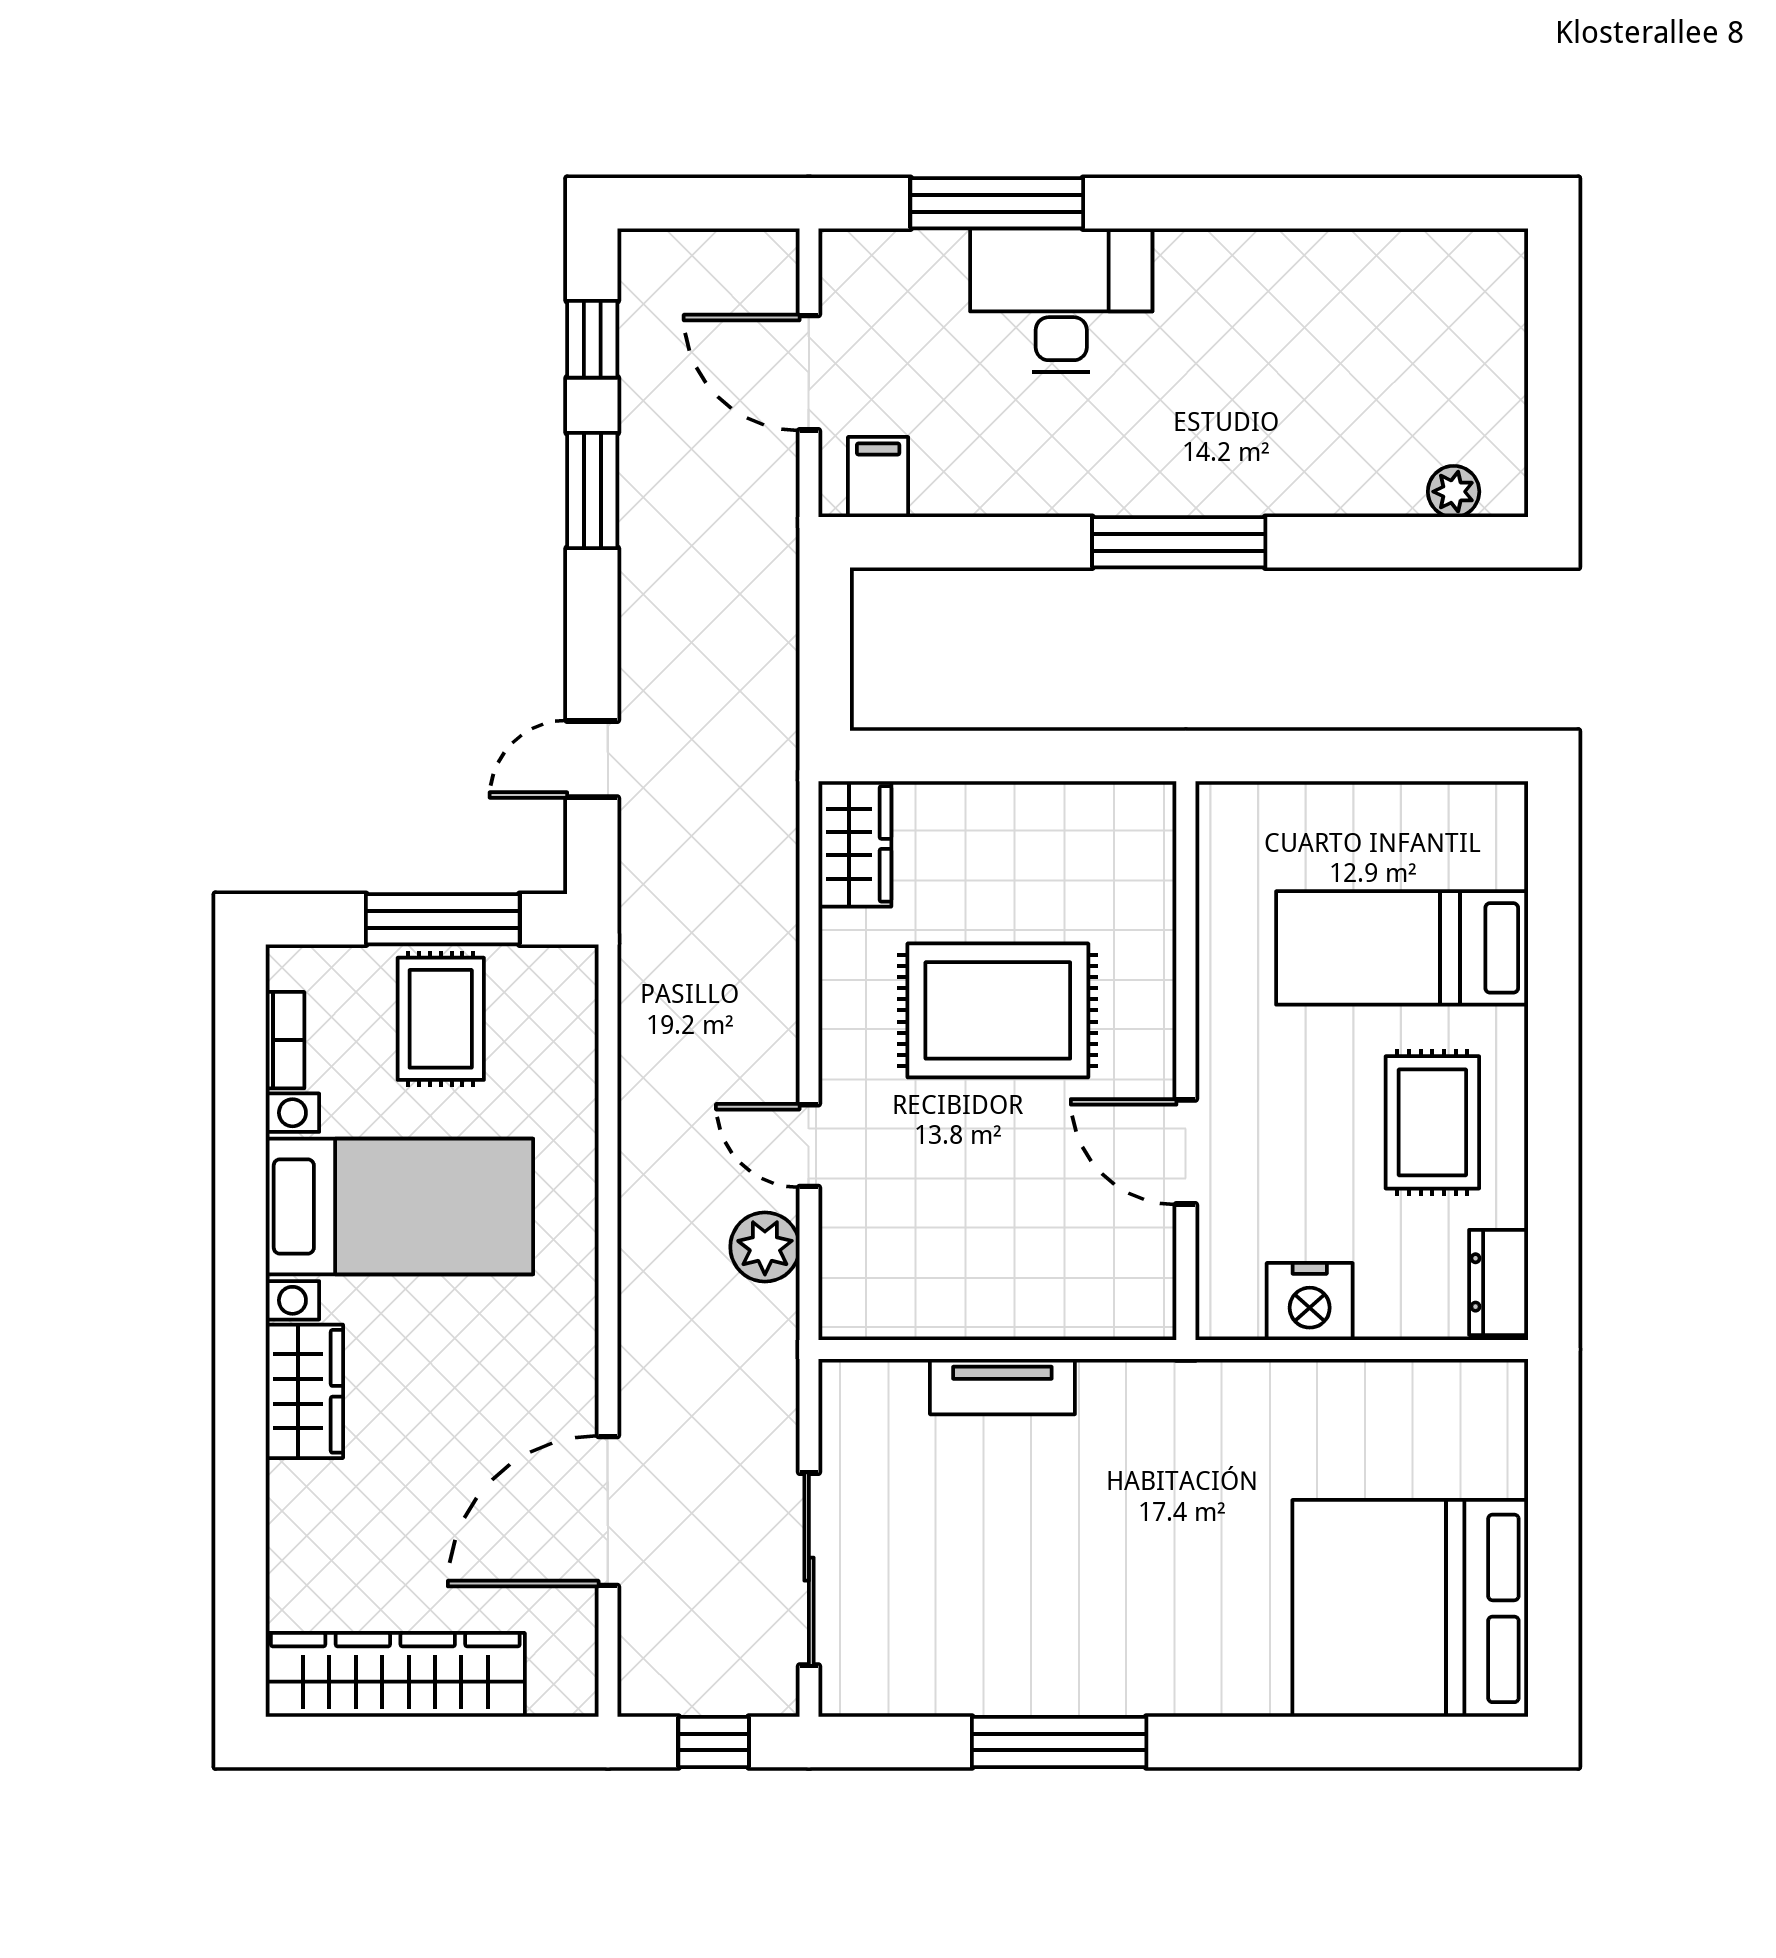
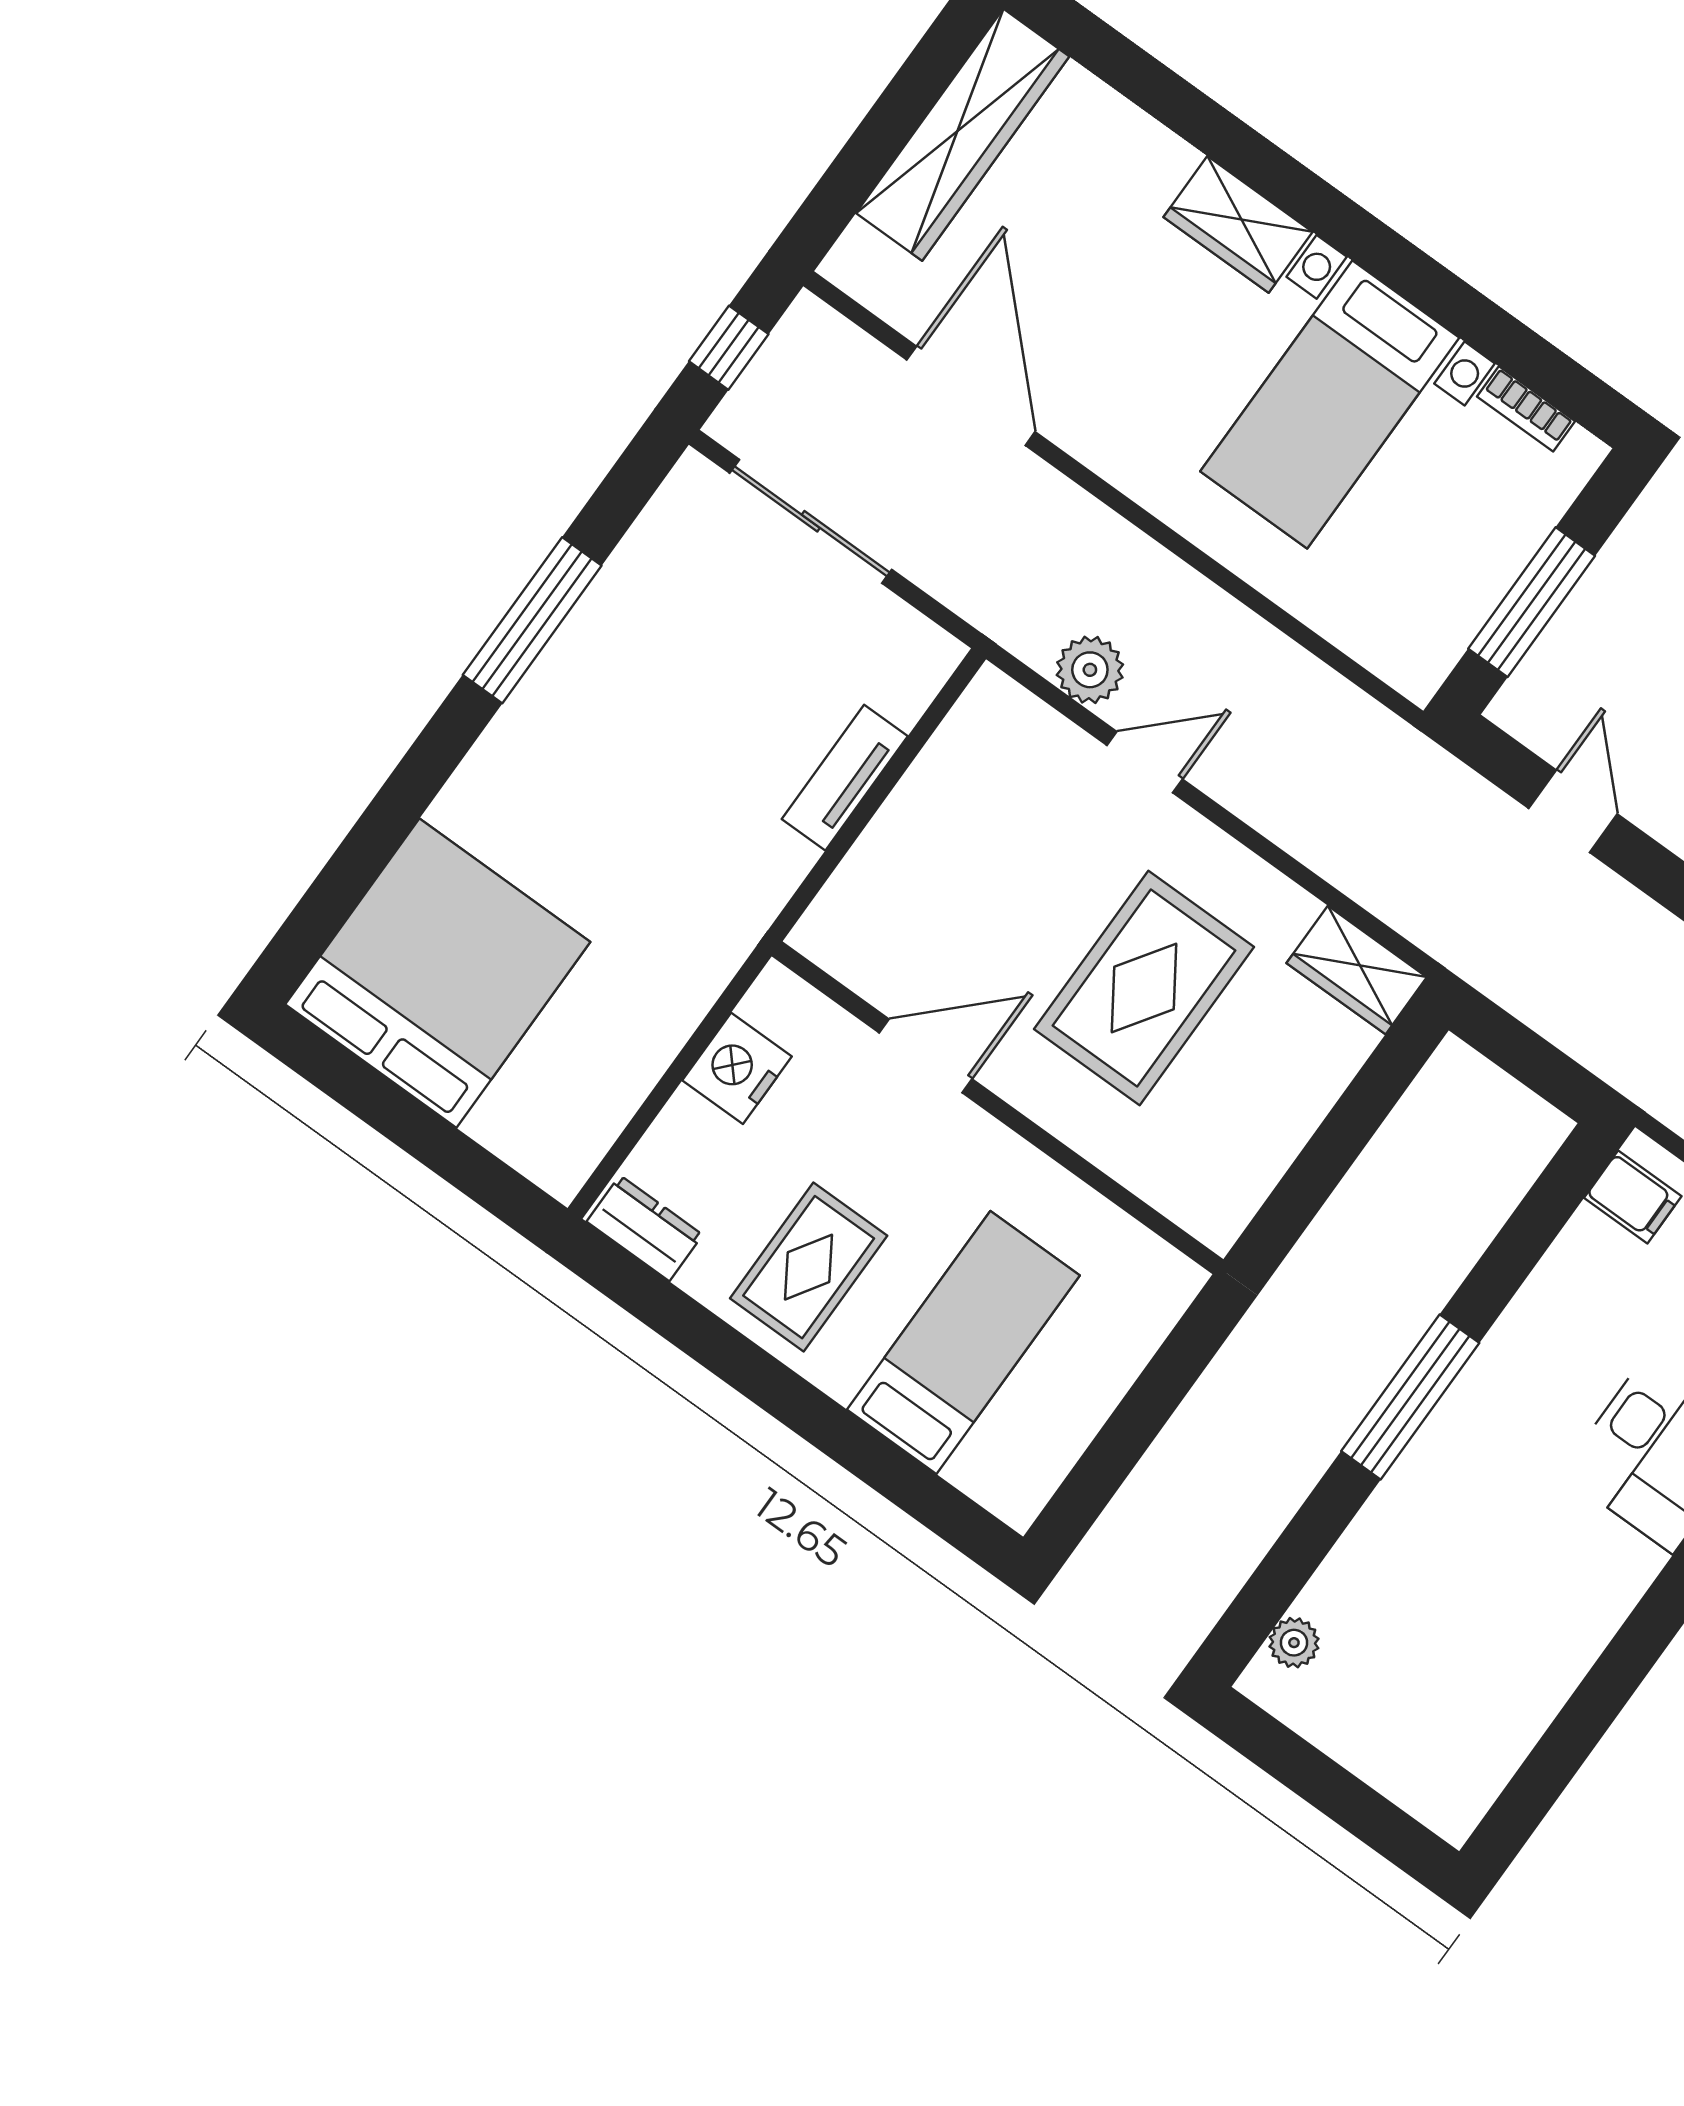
rug: (441, 1019) -> (1454, 544), removed
rug: (1432, 1122) -> (809, 1267), turned 90

